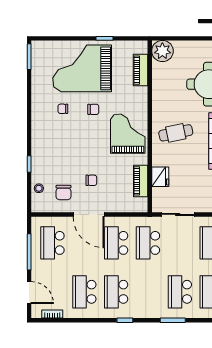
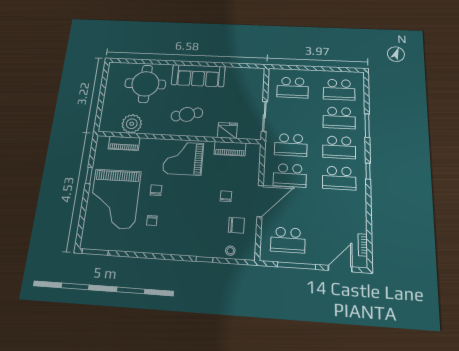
plant: (162, 51) -> (132, 124), moved
cafe table: (176, 133) -> (187, 114), turned 90
school desk: (84, 292) -> (339, 147), moved

